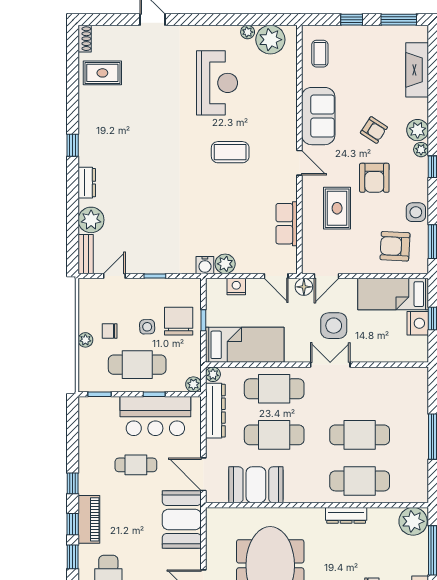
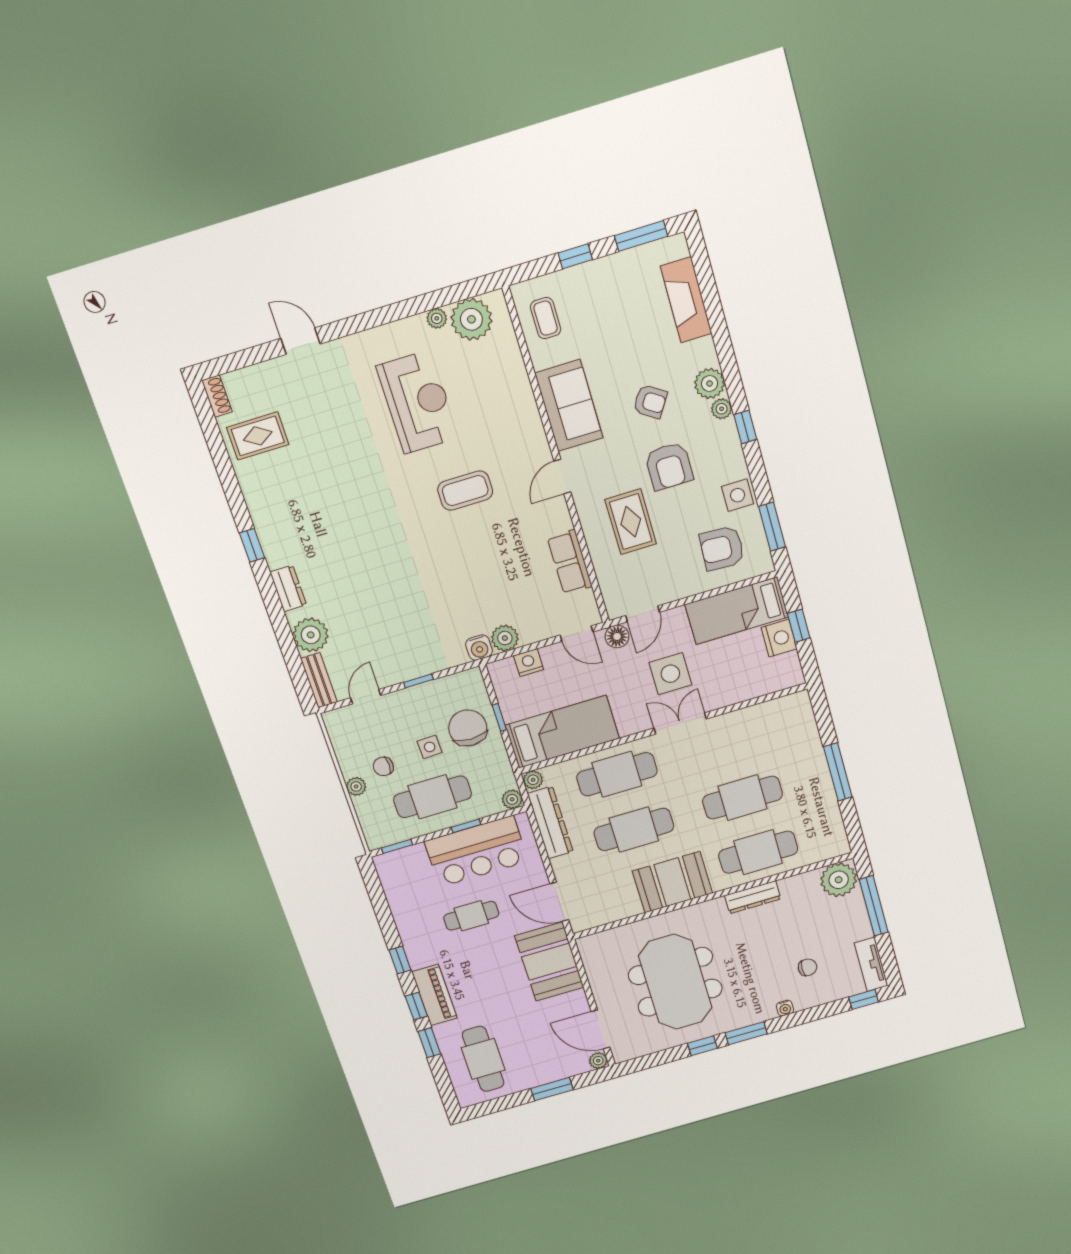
door: (299, 163) -> (562, 477), swing flipped
booth: (256, 485) -> (672, 882), moved

